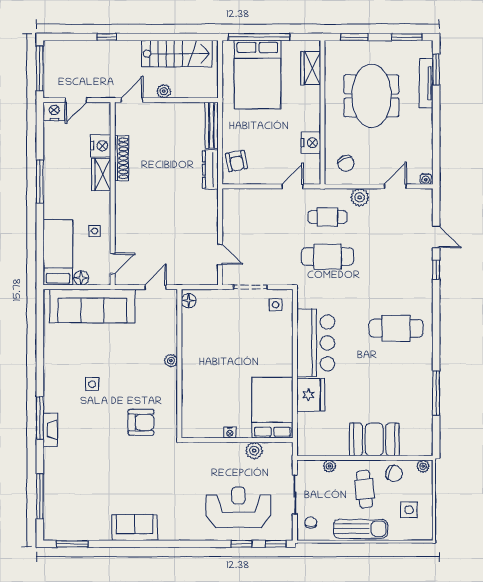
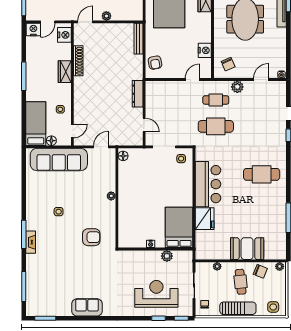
nightstand: (101, 146) -> (64, 35), moved
dresser: (210, 170) -> (138, 94), moved
side table: (409, 510) -> (273, 307), moved

